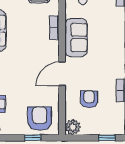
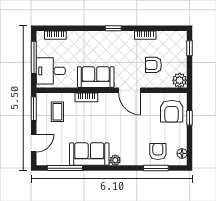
armchair: (40, 119) -> (172, 111), turned -90

